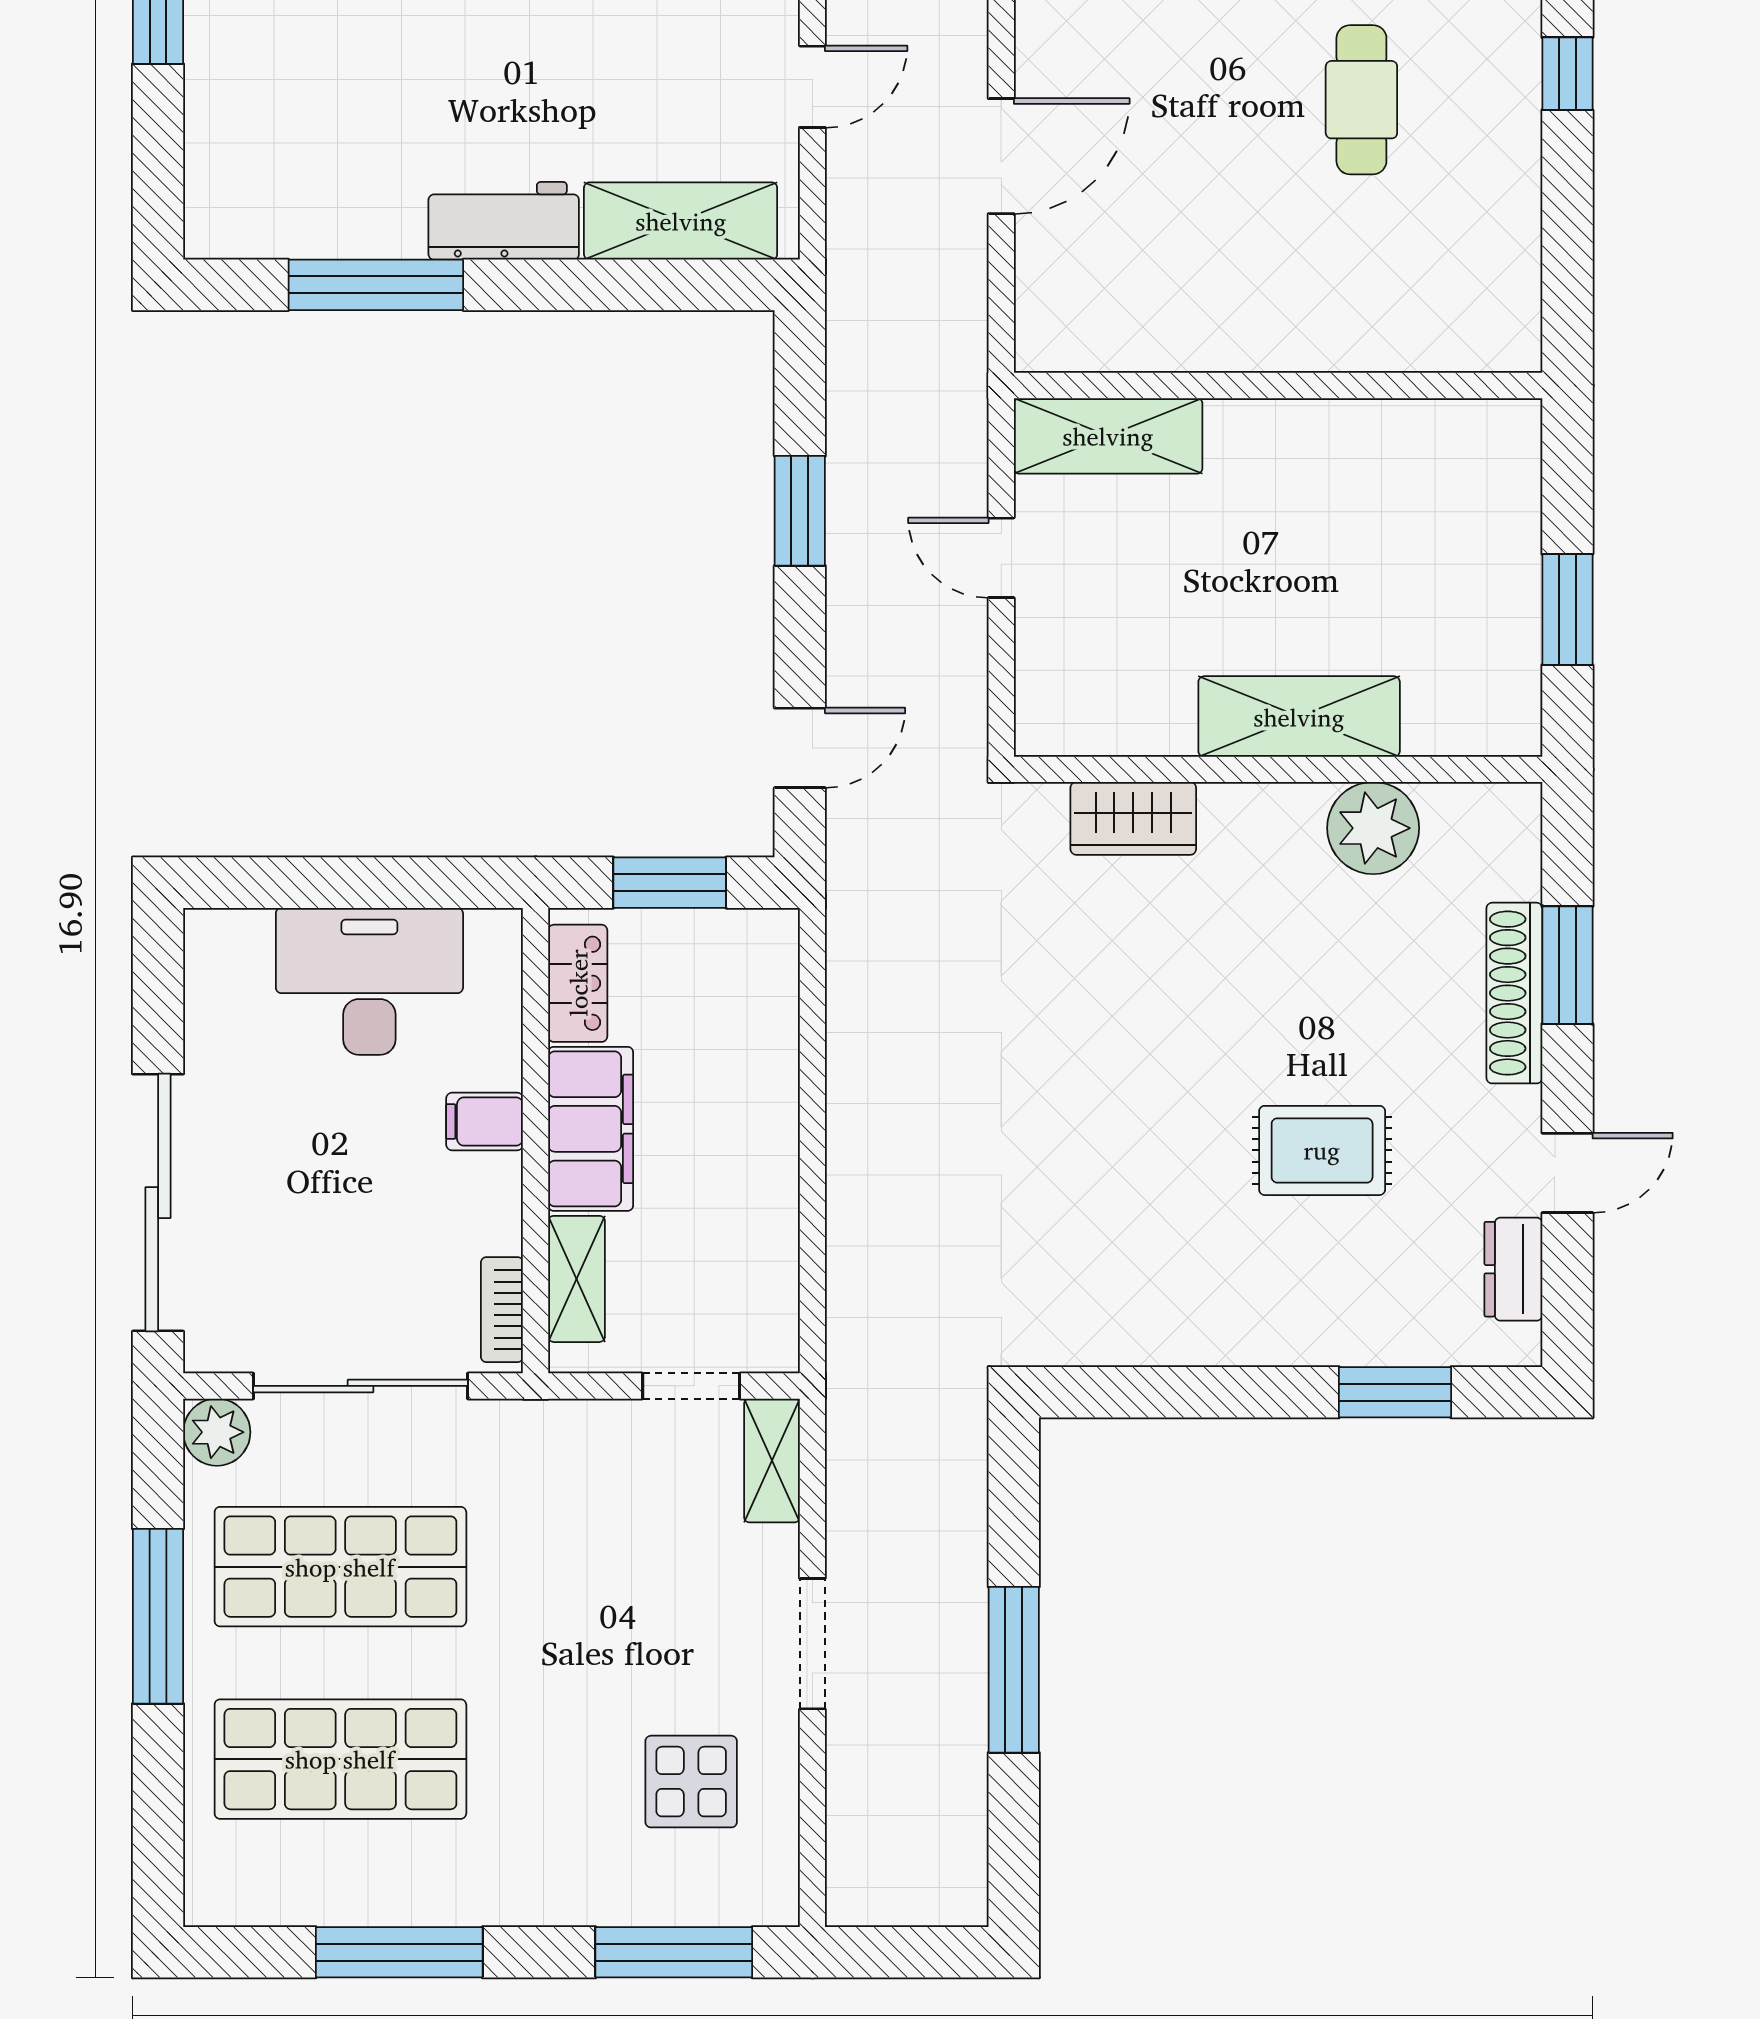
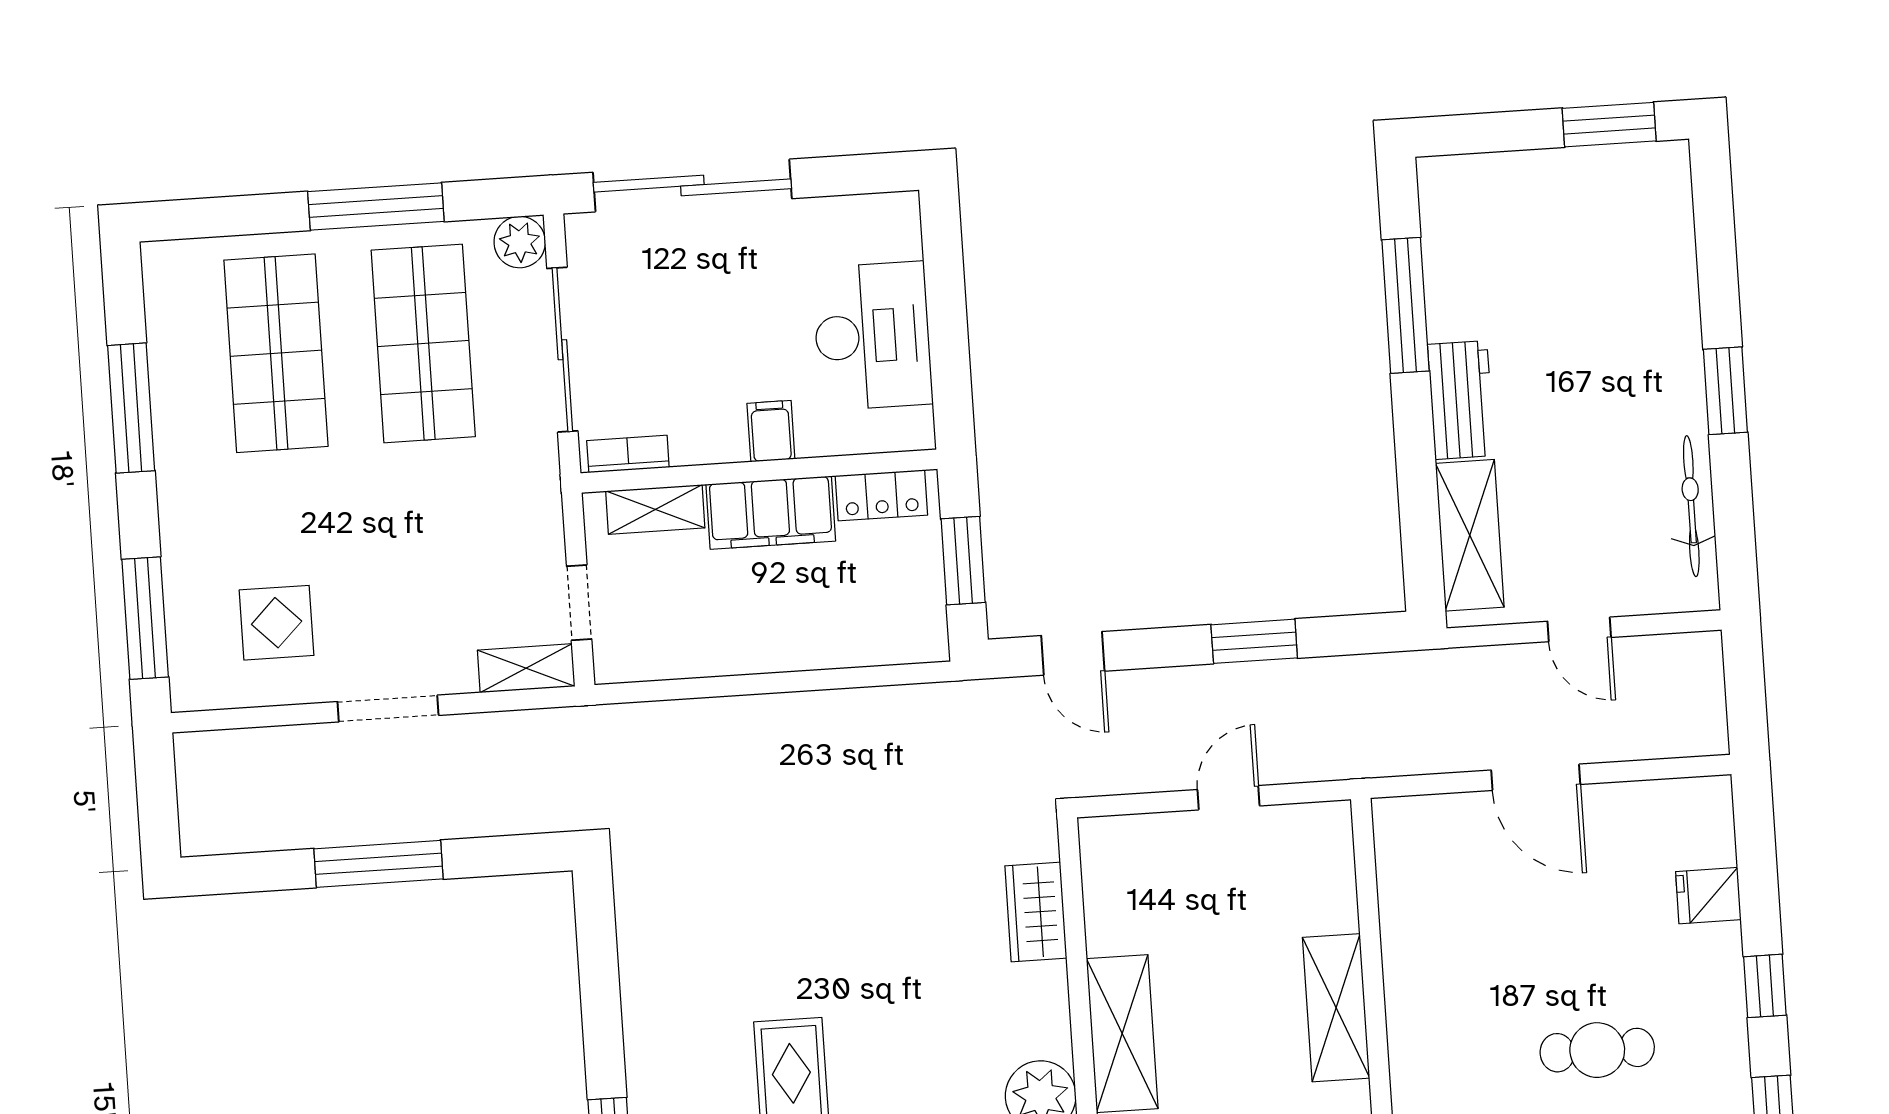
shelving: (1108, 436) -> (1336, 1008), moved

